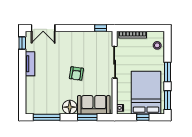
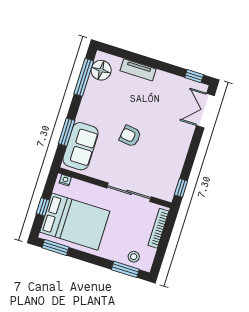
tv unit: (30, 64) -> (138, 70), moved
window: (168, 72) -> (125, 269), moved
floor lamp: (70, 107) -> (101, 70), moved

